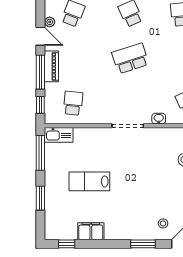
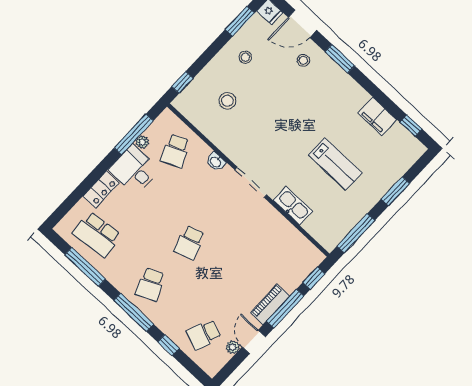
school desk: (130, 58) -> (189, 243), width x0.54
school desk: (73, 103) -> (282, 251), removed
kitchen sink: (59, 135) -> (293, 206), moved

